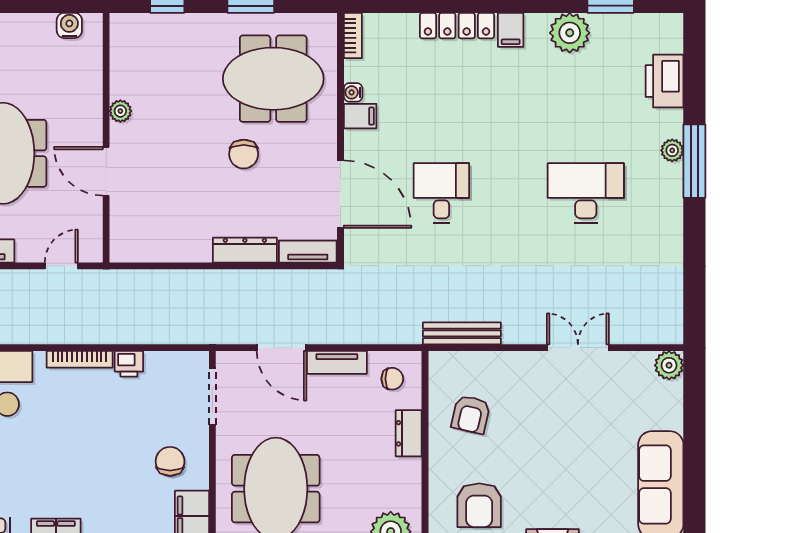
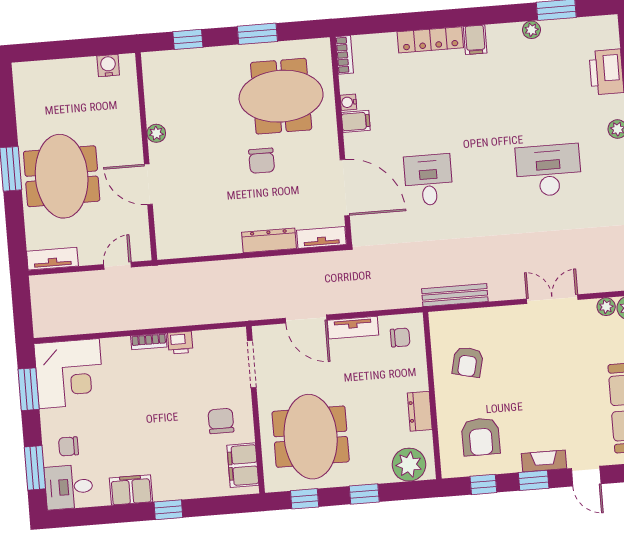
plant: (570, 33) -> (531, 30), width x0.53, depth x0.53
bookcase: (80, 359) -> (149, 341), width x0.64
plant: (642, 362) -> (606, 307), added
dresser: (409, 433) -> (420, 411), moved

